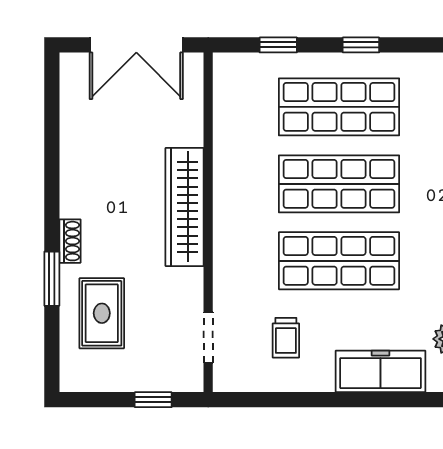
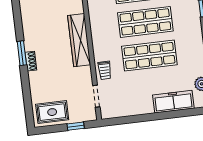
window: (52, 279) -> (22, 53), moved
rug: (102, 313) -> (52, 112), moved, turned 90
trolley: (286, 338) -> (105, 70), moved

